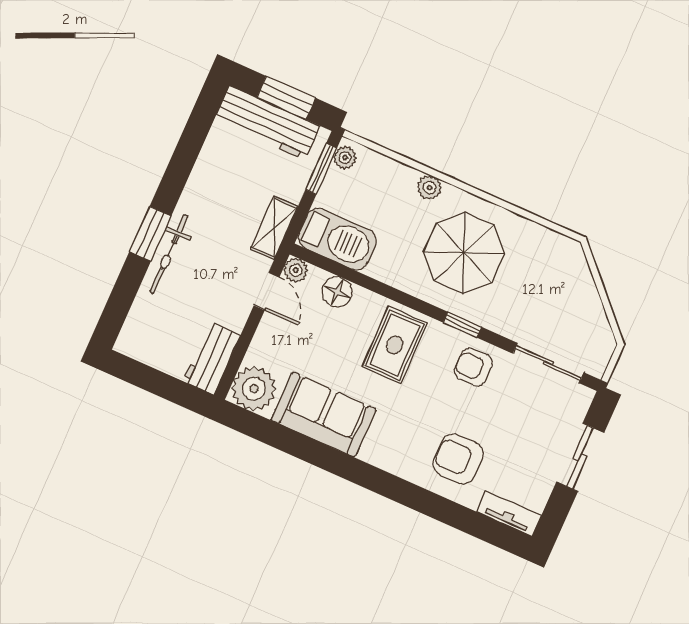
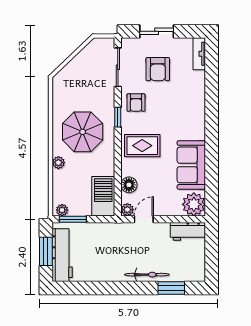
shelving: (274, 228) -> (111, 229), removed
window: (150, 234) -> (171, 288), moved
armchair: (458, 459) -> (158, 69), moved

